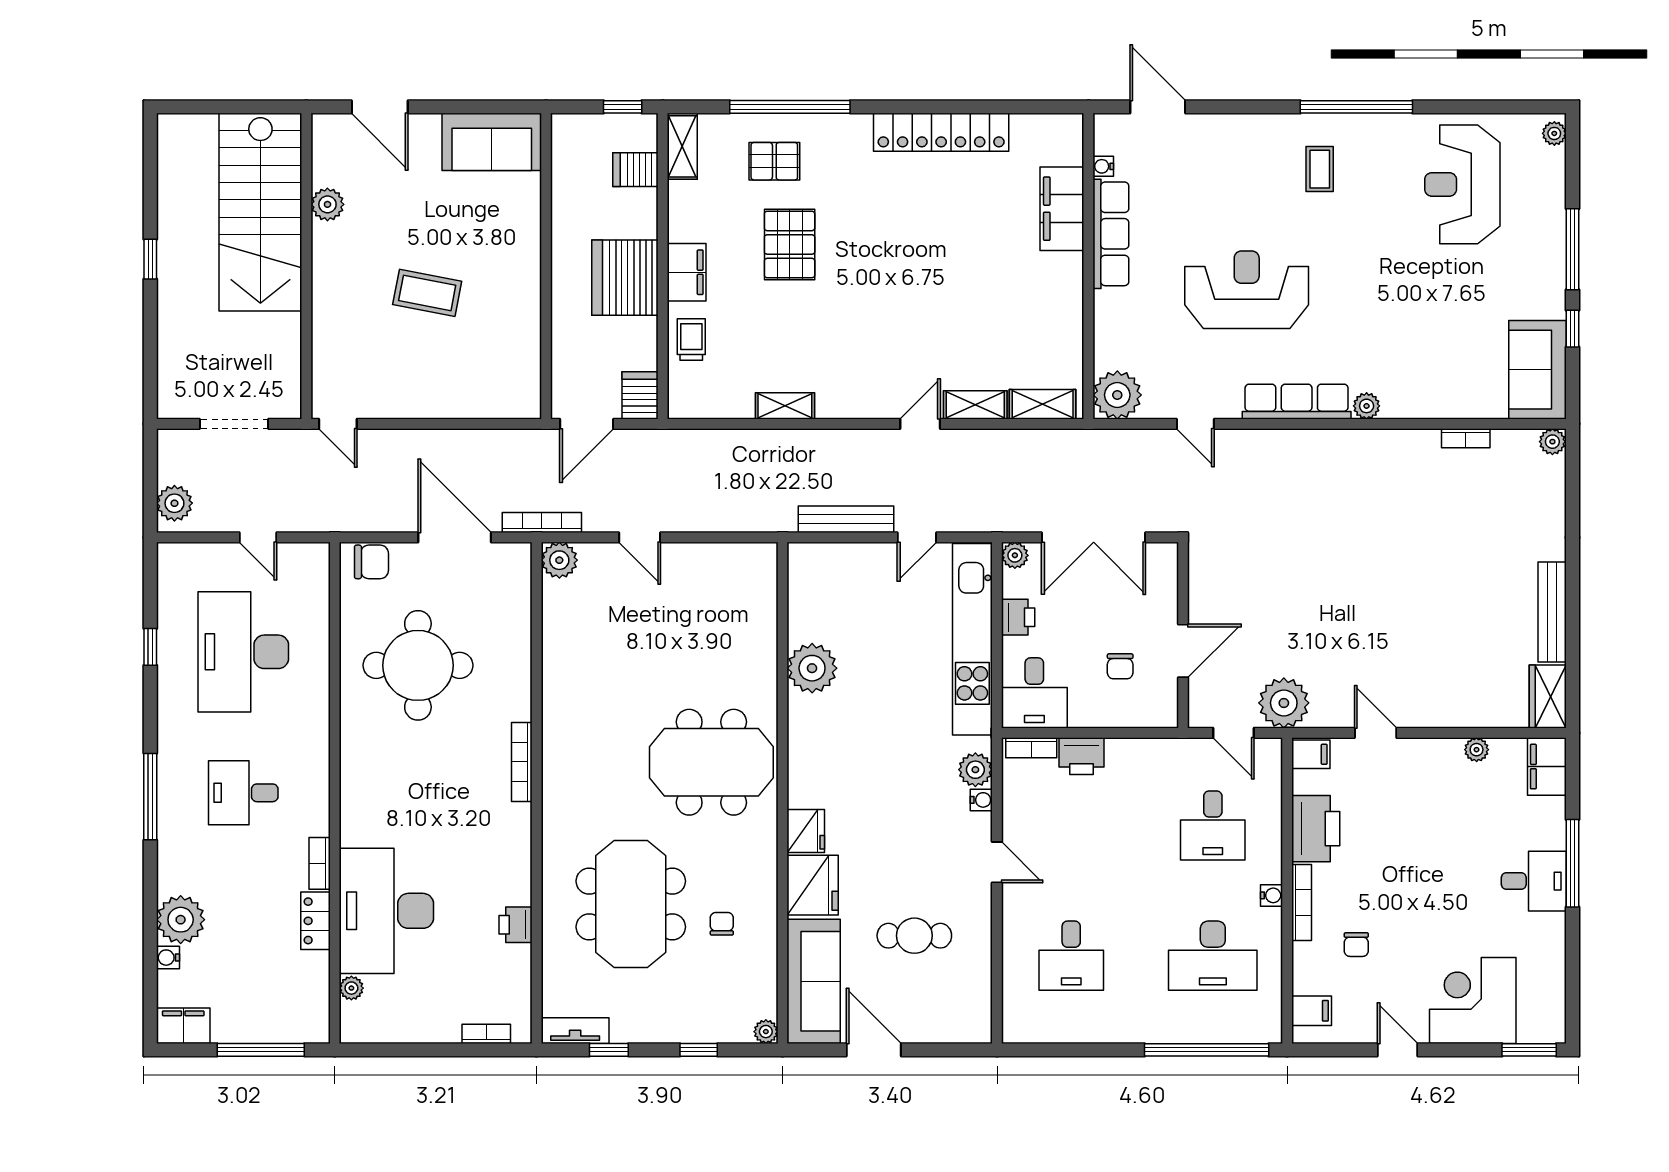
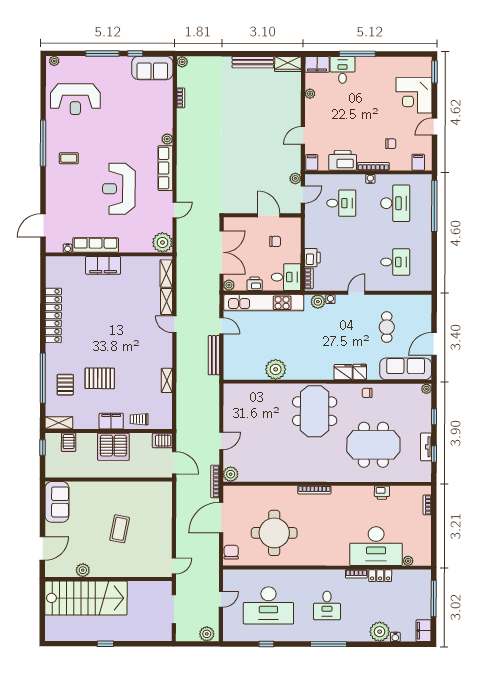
filing cabinet: (1062, 209) -> (103, 265), moved
plant: (1284, 703) -> (295, 178), width x0.53, depth x0.53
desk: (1534, 881) -> (343, 70), moved
fridge: (813, 885) -> (360, 372), width x0.53, depth x0.75
chair: (722, 924) -> (367, 393), moved
tv unit: (575, 1031) -> (426, 447), moved

